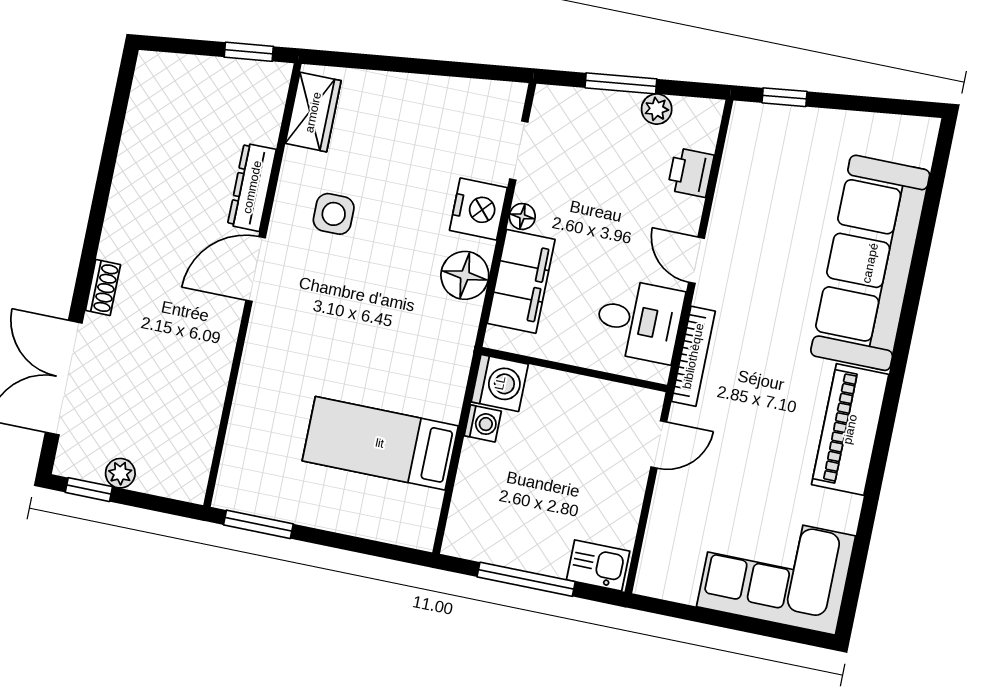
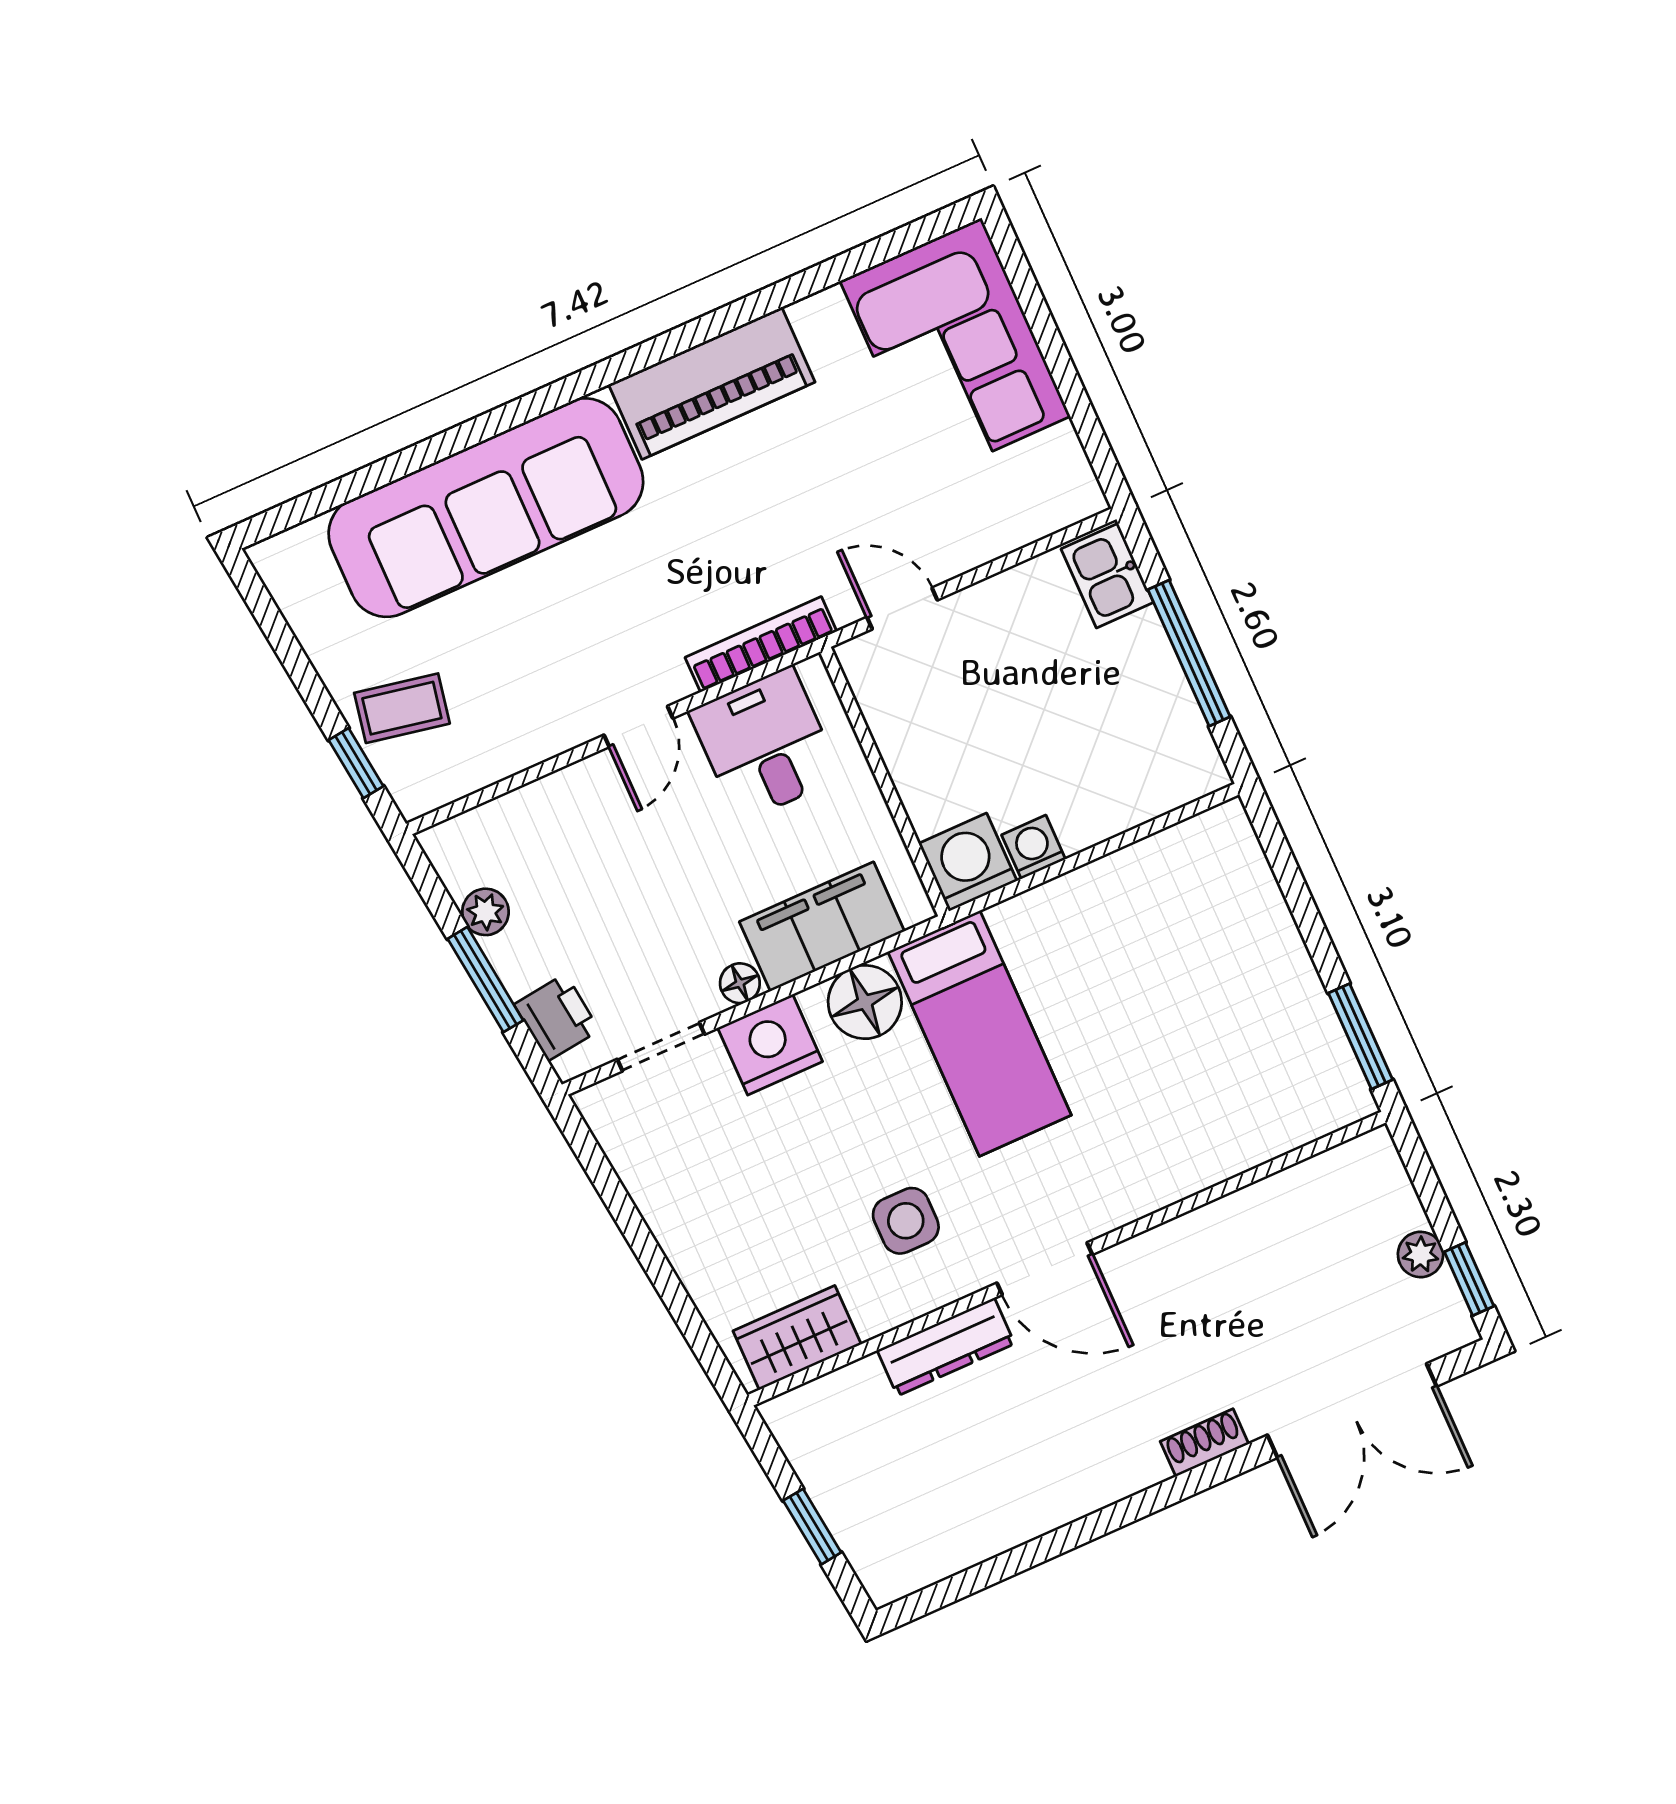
window: (249, 52) -> (812, 1527), moved
coffee table: (796, 142) -> (402, 708), added
printer: (691, 172) -> (557, 1017), moved, turned -97
bed: (380, 443) -> (980, 1033), moved

